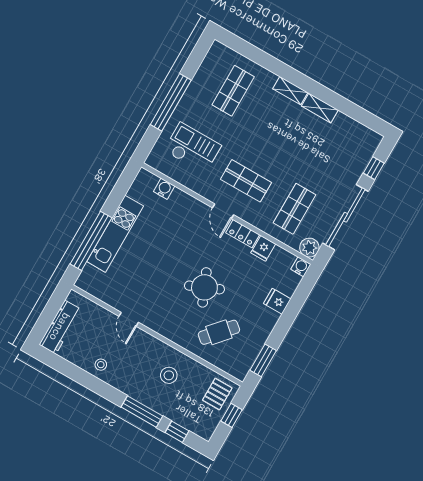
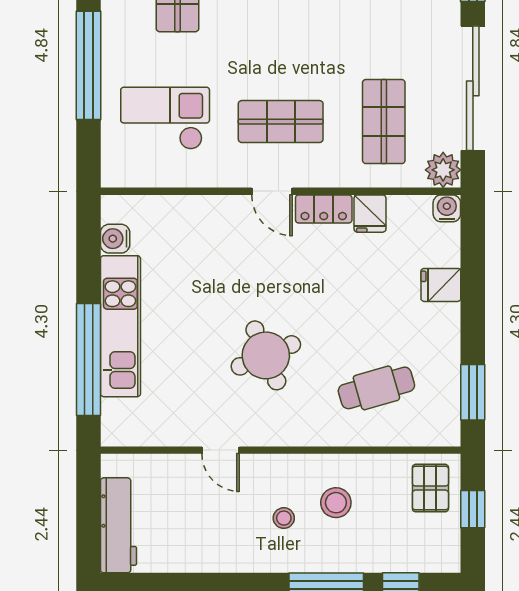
water cooler: (164, 189) -> (115, 239), moved, turned -90
round table: (204, 287) -> (266, 355), moved
cafe table: (219, 332) -> (376, 388), turned 33
stool: (101, 365) -> (284, 518), moved

